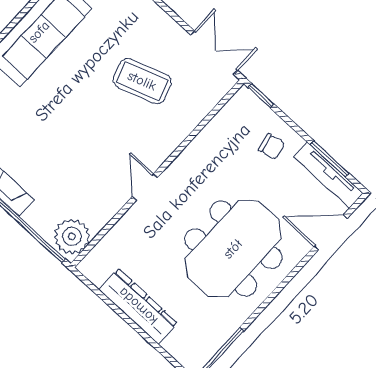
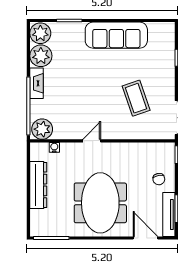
water cooler: (109, 242) -> (54, 147), added
meeting table: (233, 249) -> (100, 203), turned 90

